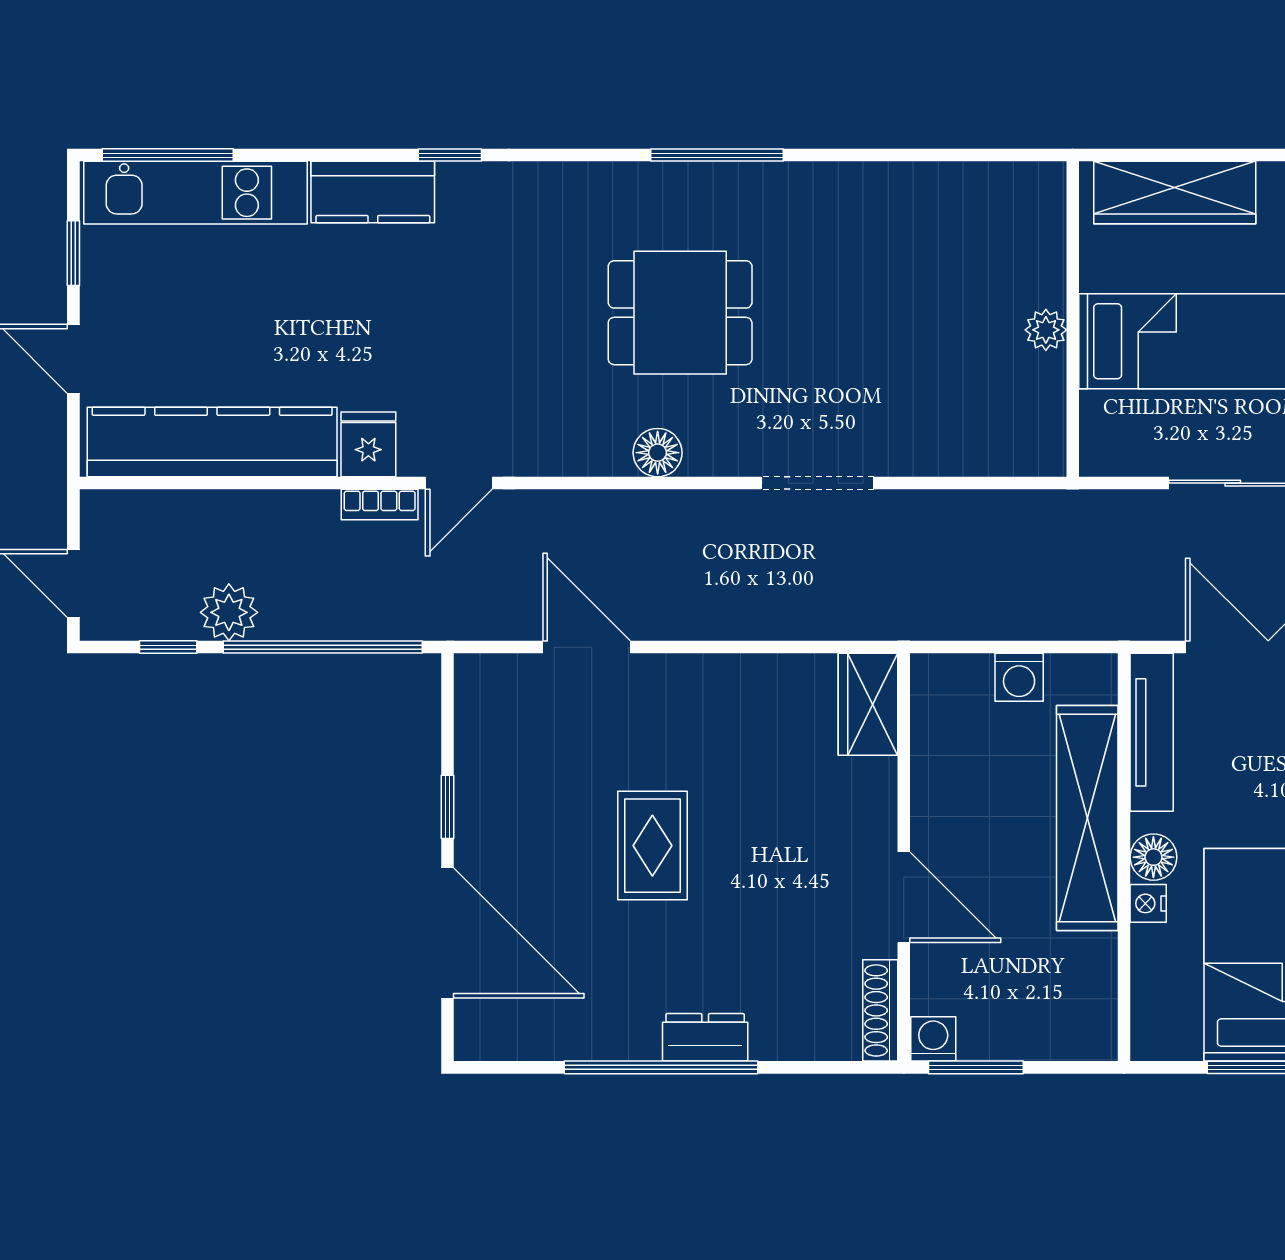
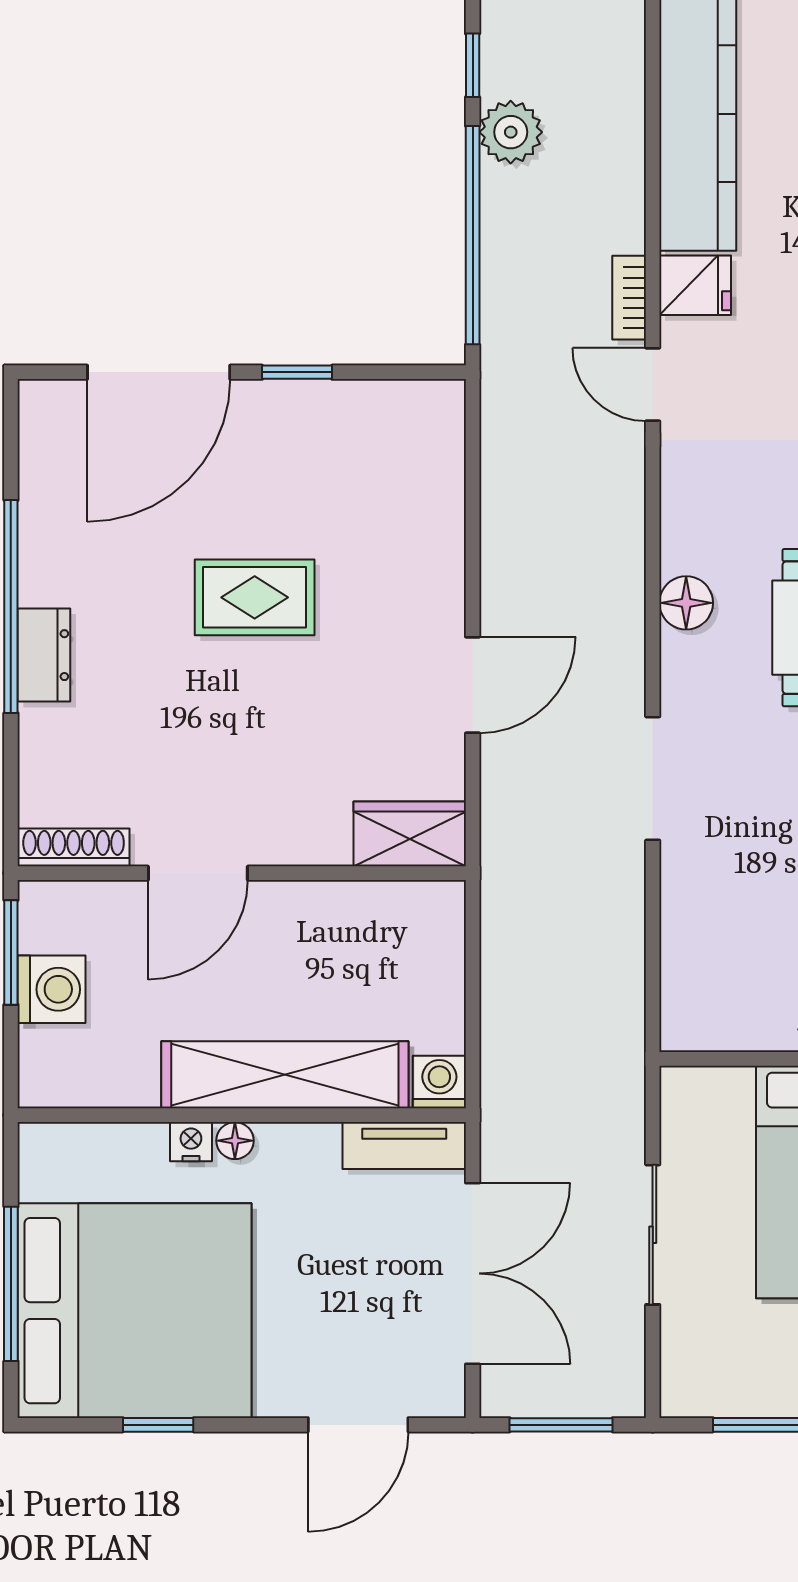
door: (587, 647) -> (473, 685), moved
washing machine: (1019, 677) -> (439, 1082), moved, turned 90
tv unit: (1152, 732) -> (404, 1146), width x0.71
floor lamp: (1153, 857) -> (235, 1141), width x0.73, depth x0.73
washing machine: (933, 1039) -> (52, 989), moved, width x1.38, depth x1.38

